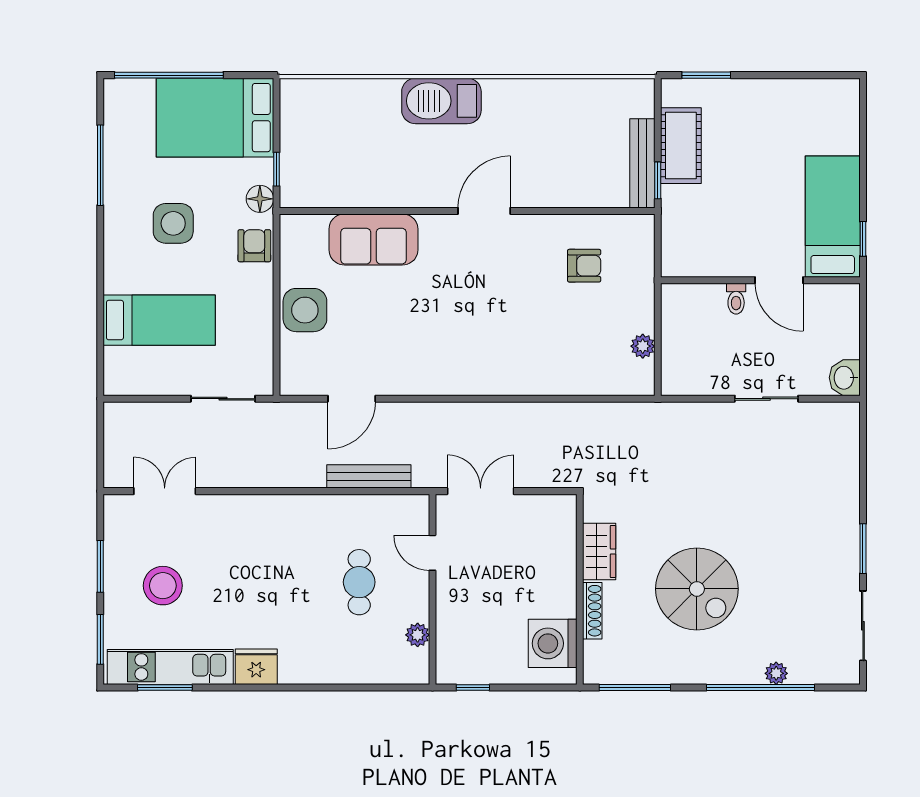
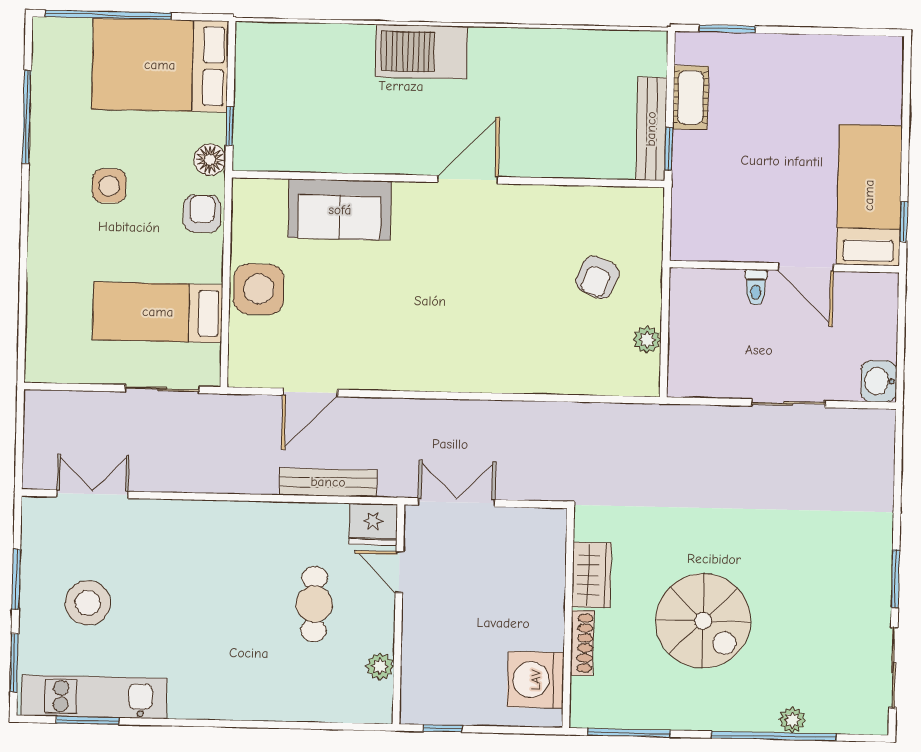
cot: (681, 146) -> (691, 97), width x0.73, depth x0.75
side table: (173, 223) -> (109, 186), width x0.73, depth x0.73
armchair: (584, 266) -> (597, 277), moved, turned 113
bed: (159, 320) -> (158, 312), moved, turned 180
fridge: (256, 667) -> (373, 524), moved, turned 180

